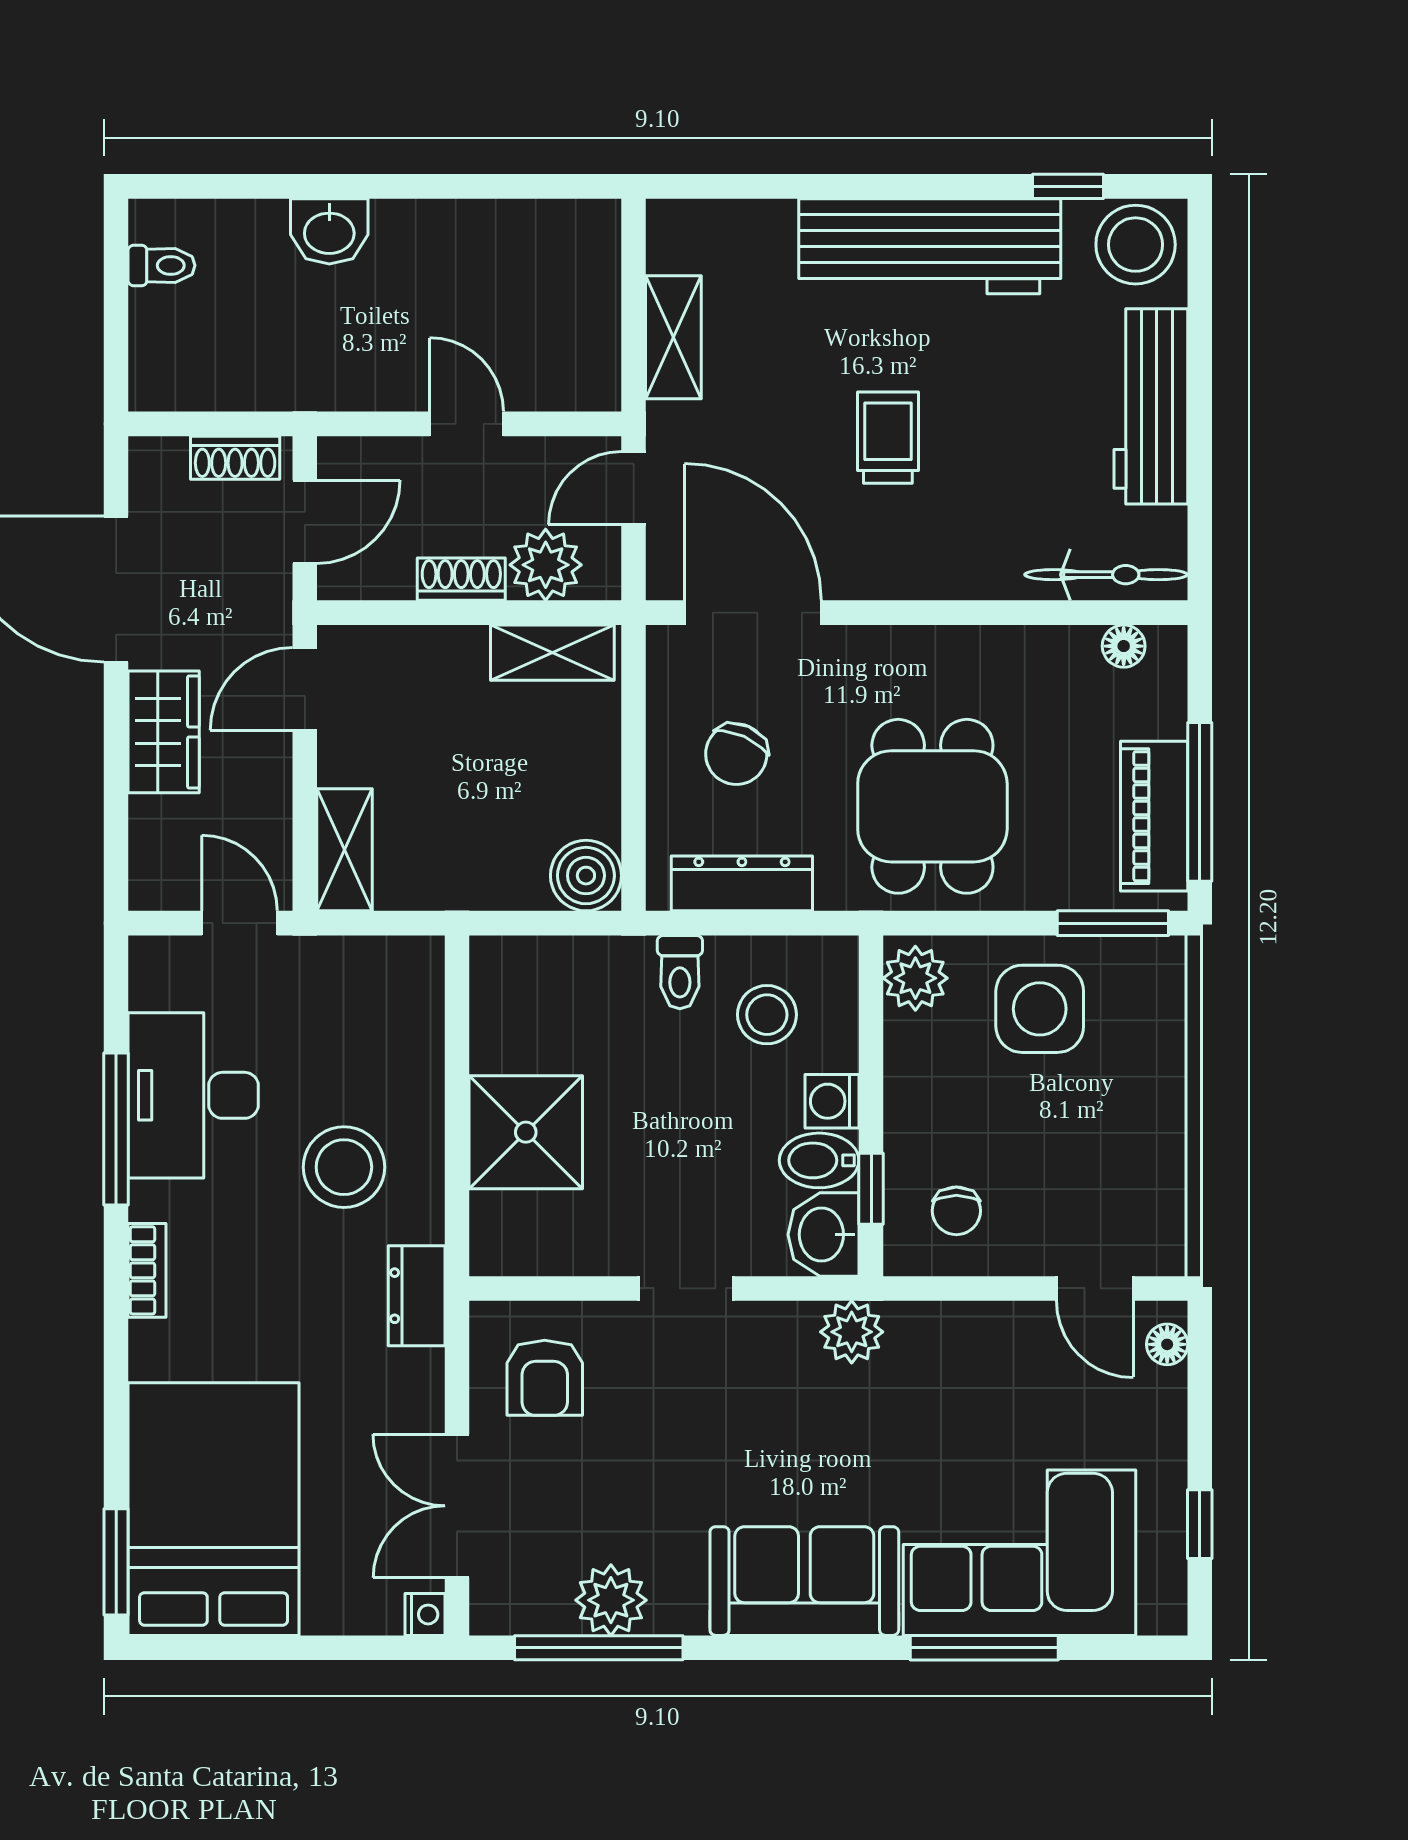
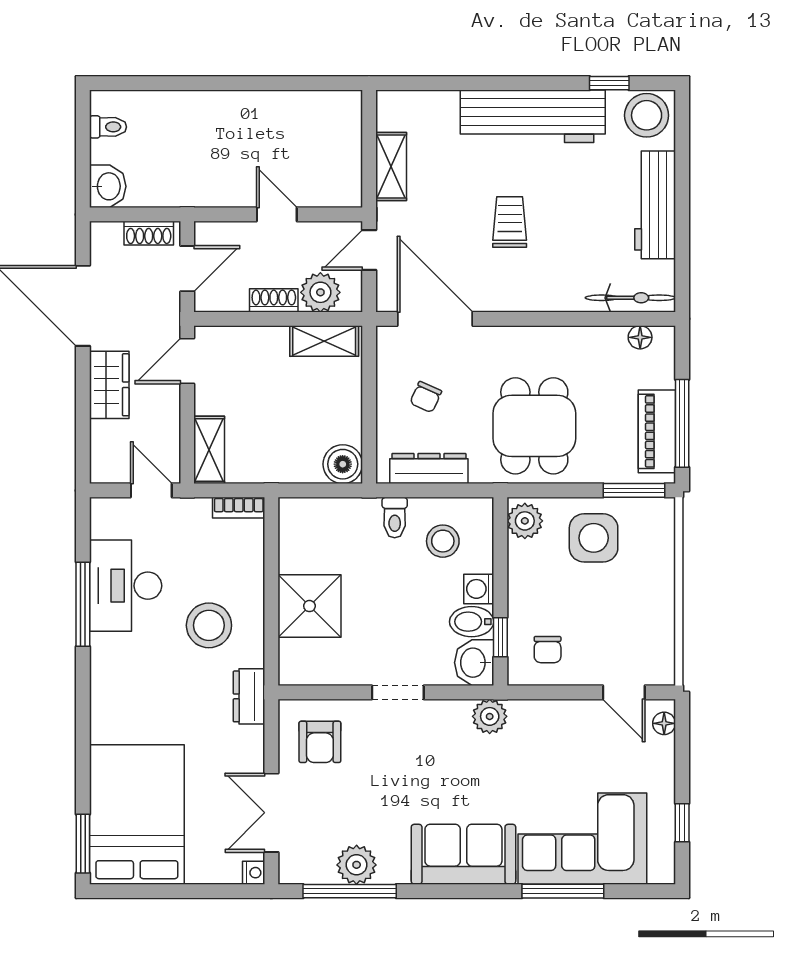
washbasin: (329, 231) -> (108, 186), moved, turned -90
chair: (736, 754) -> (426, 397), width x0.73, depth x0.73
bookcase: (147, 1270) -> (239, 508), moved, turned 90

